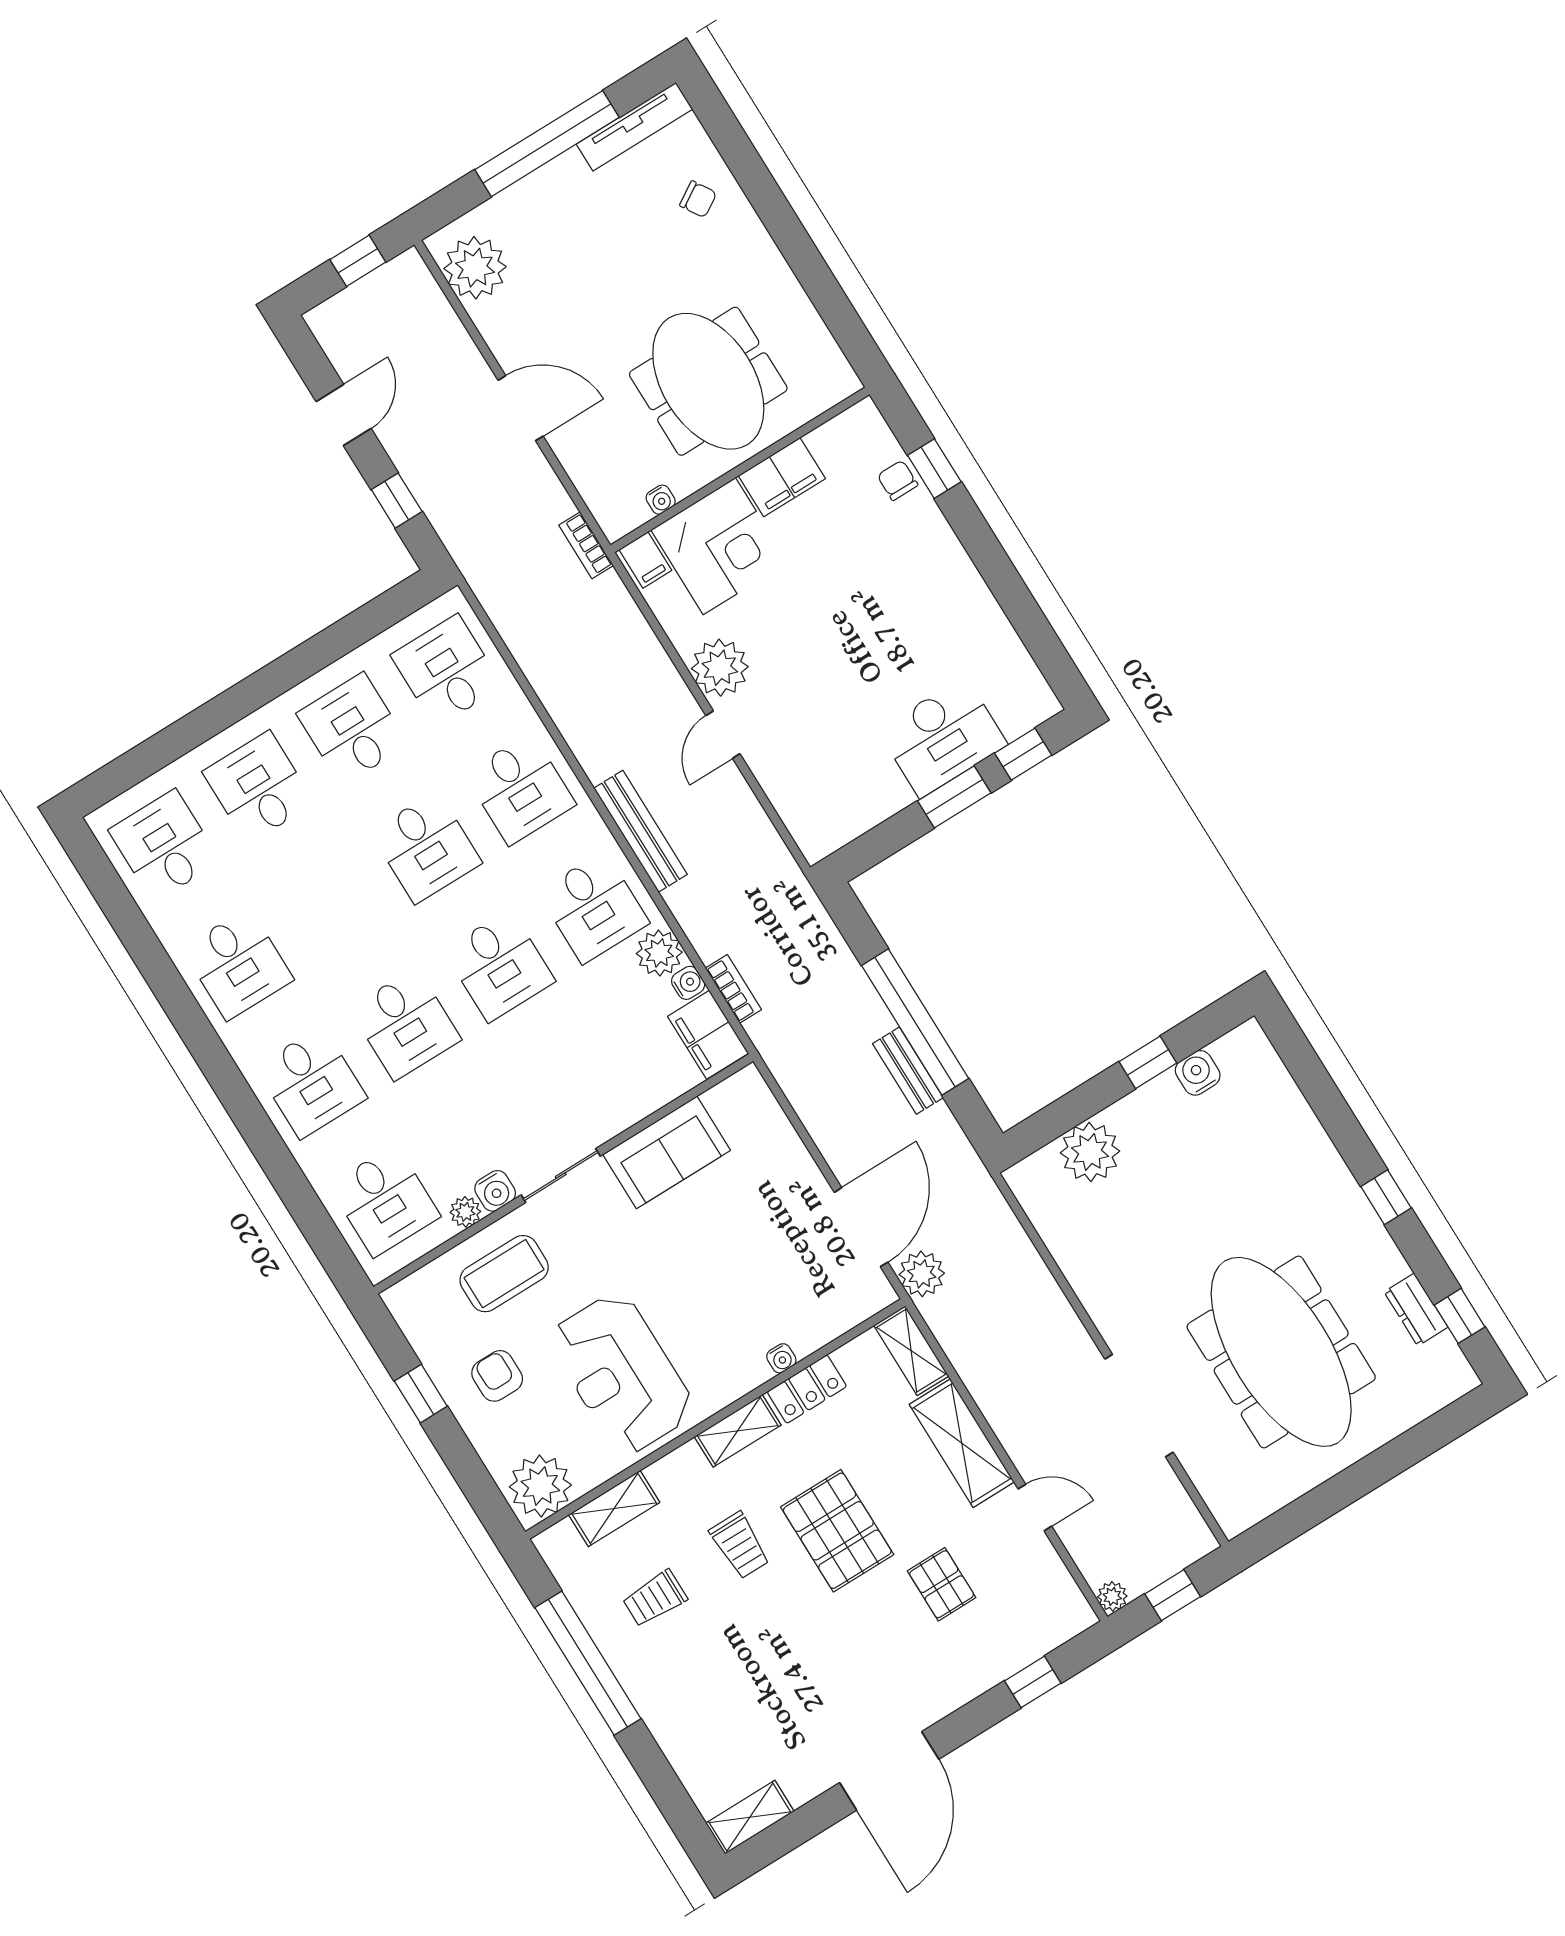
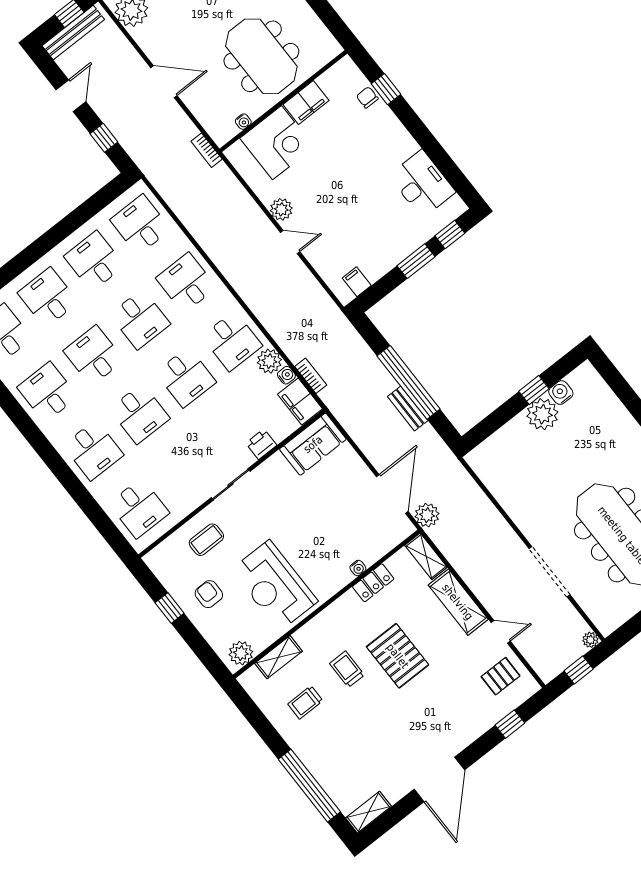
filing cabinet: (645, 560) -> (357, 282), moved, turned 180
plant: (720, 668) -> (281, 209), width x0.73, depth x0.73
door: (723, 735) -> (290, 242), swing flipped
desk: (943, 737) -> (422, 184), moved, turned -90
desk: (520, 789) -> (186, 283), turned 180
bench: (641, 831) -> (73, 33), moved, turned 90
desk: (332, 906) -> (94, 356), added
desk: (238, 964) -> (47, 392), turned 180
printer: (627, 1106) -> (261, 444), added
sofa: (667, 1152) -> (313, 444), moved
plant: (1090, 1152) -> (542, 414), moved
water cooler: (495, 1191) -> (197, 497), removed
plant: (465, 1212) -> (182, 509), removed
coffee table: (504, 1274) -> (206, 540), width x0.73, depth x0.77
shelving: (738, 1431) -> (339, 609), removed
plant: (540, 1486) -> (241, 653), width x0.73, depth x0.73
trolley: (740, 1545) -> (347, 669), turned 180
pallet: (942, 1584) -> (501, 676), moved, turned 90
plant: (1112, 1596) -> (590, 640), moved
window: (588, 1663) -> (309, 786), moved

